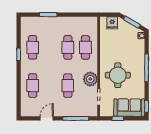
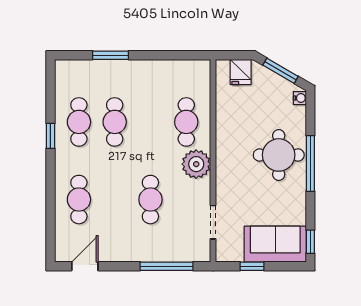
cafe table: (68, 47) -> (115, 122), moved
round table: (118, 75) -> (279, 155), moved
plant: (90, 79) -> (196, 164), moved
door: (47, 118) -> (85, 266), moved

